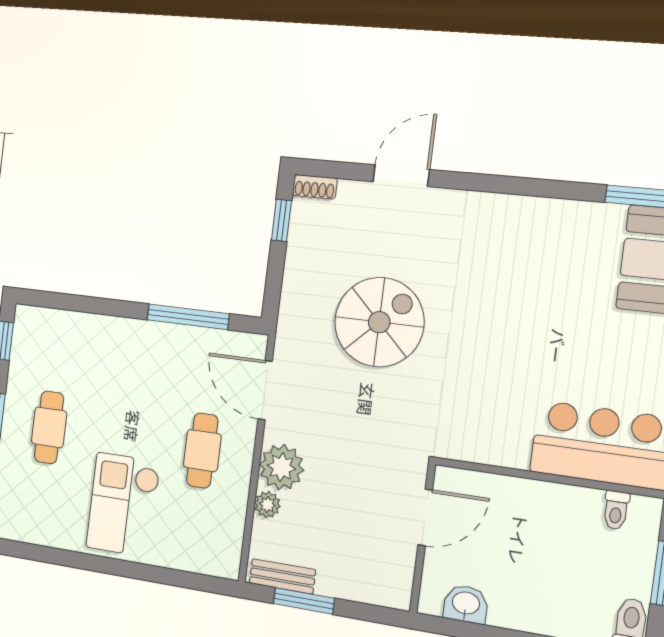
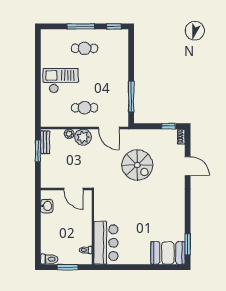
door: (265, 390) -> (109, 128), swing flipped

